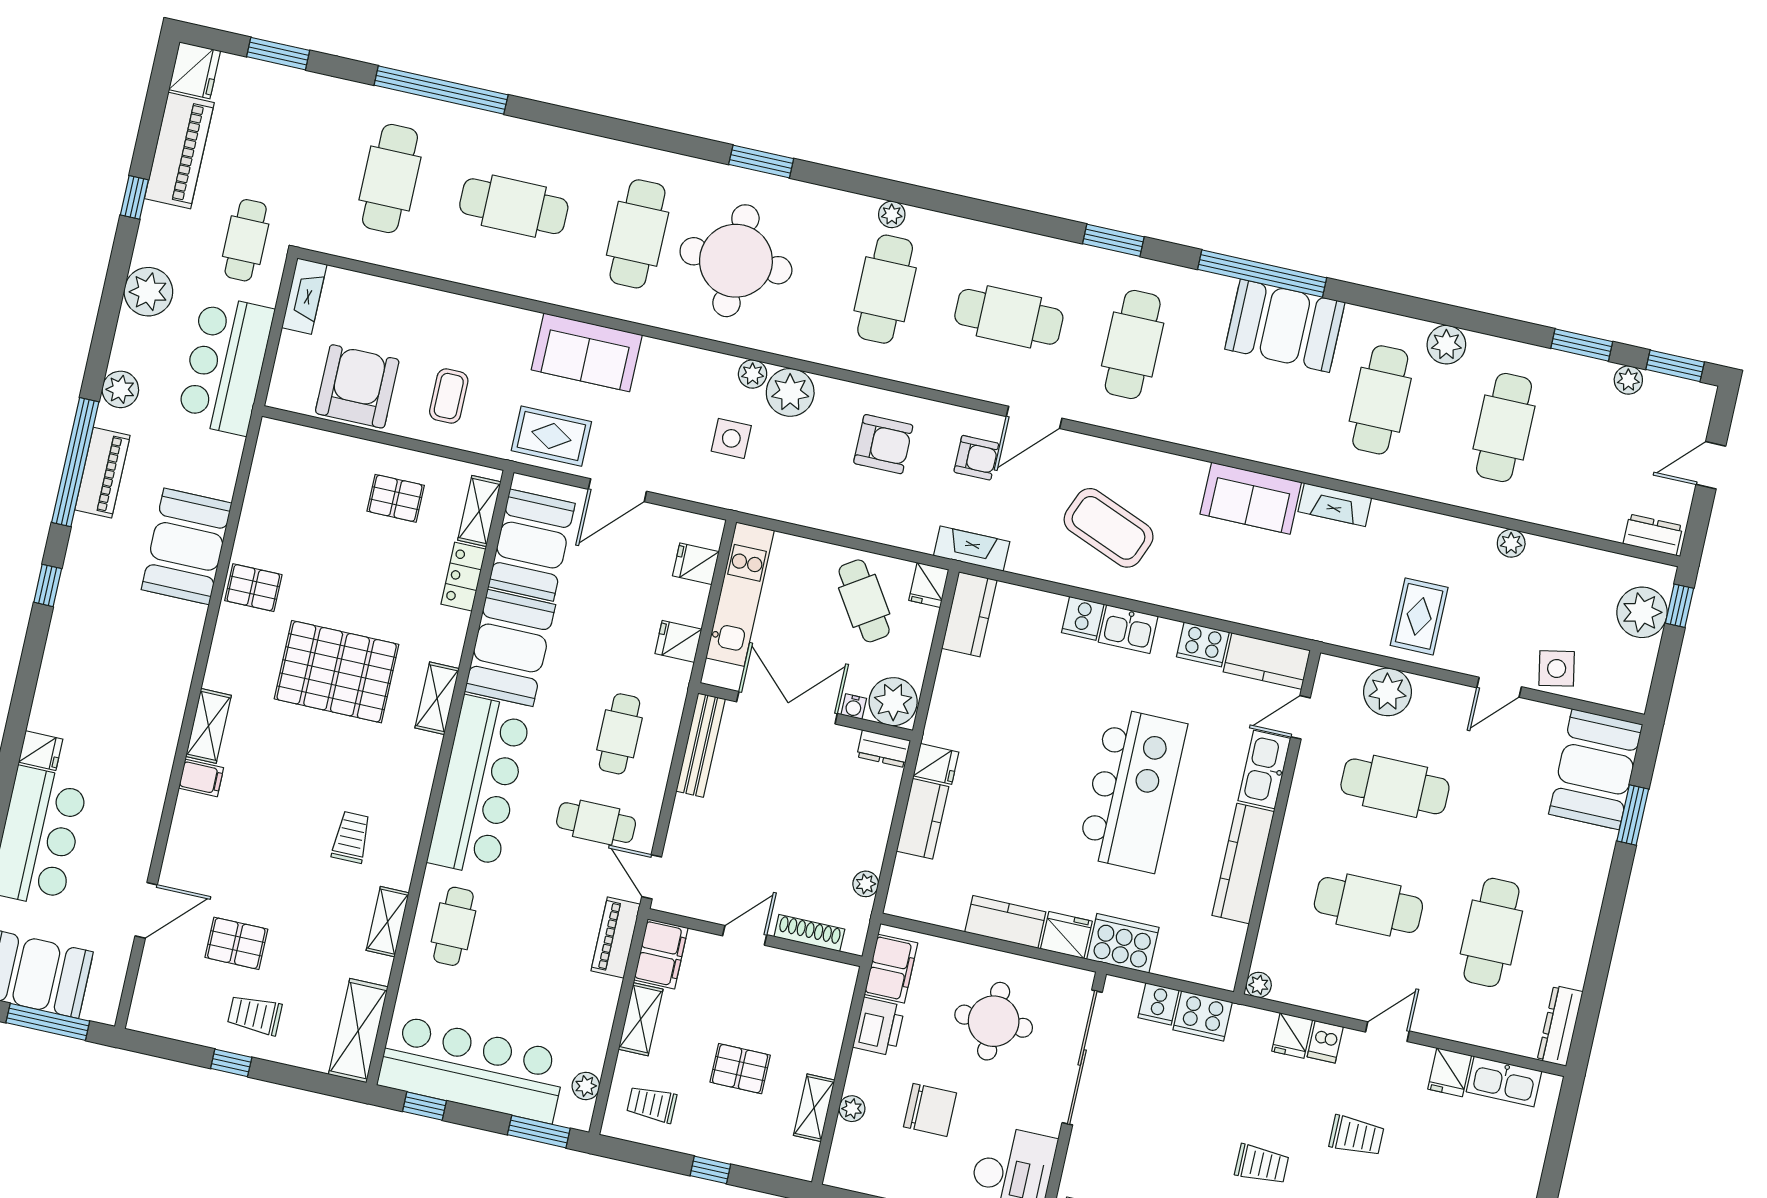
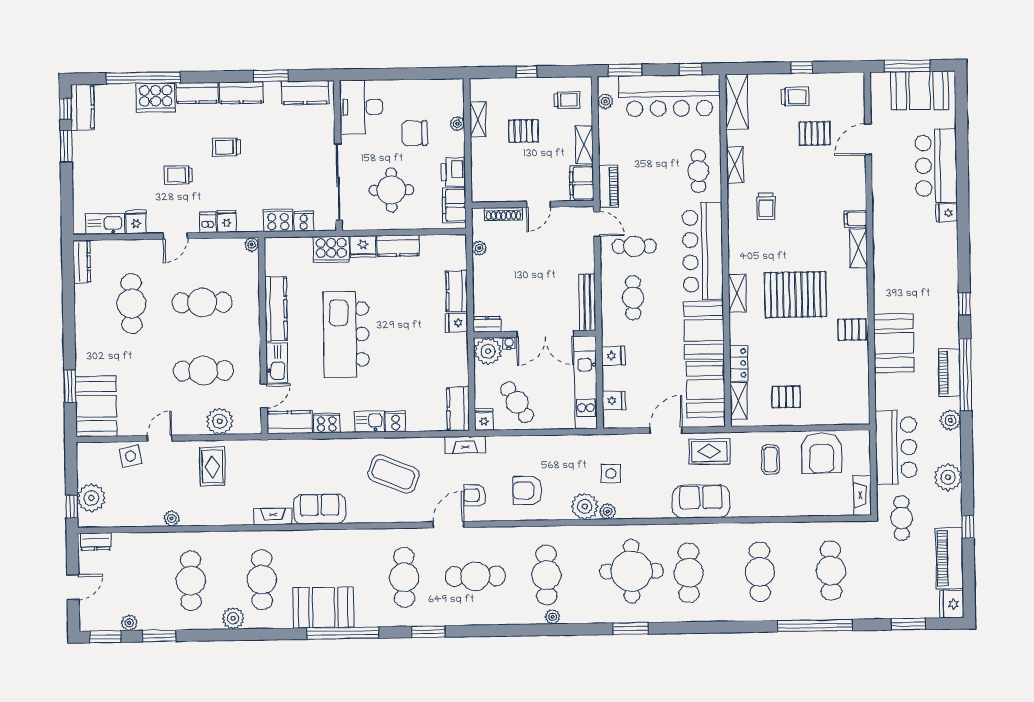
cafe table: (514, 206) -> (760, 572), turned 90

